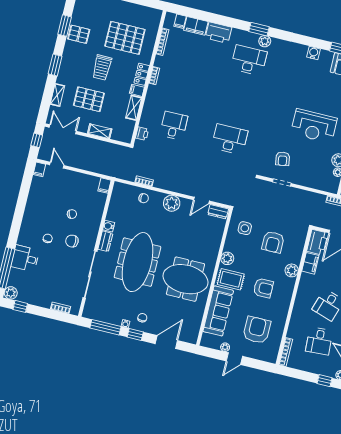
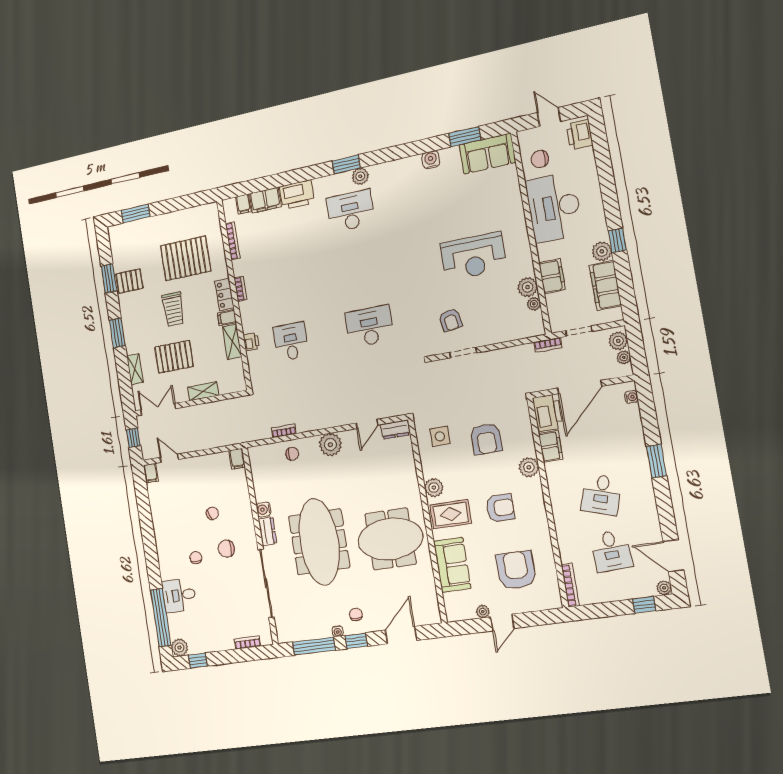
printer: (142, 134) -> (251, 342), moved
sofa: (218, 311) -> (452, 565), width x0.73

